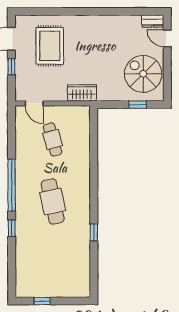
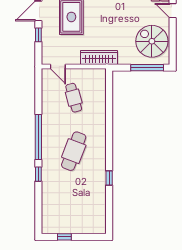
wardrobe: (82, 93) -> (99, 58), width x1.50
window: (138, 105) -> (147, 68), width x2.17
cafe table: (53, 201) -> (74, 151), turned 33

